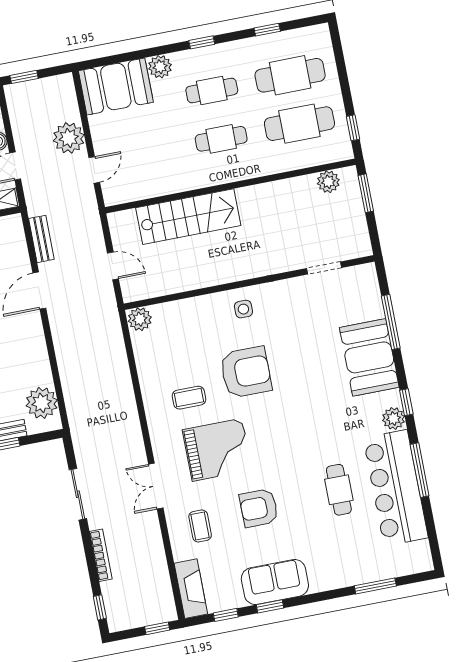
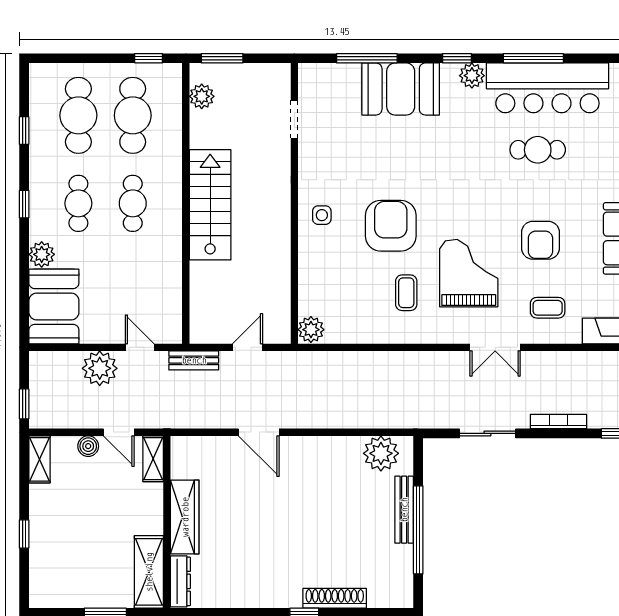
stairs: (188, 217) -> (210, 205), moved
bench: (41, 239) -> (194, 360), moved

